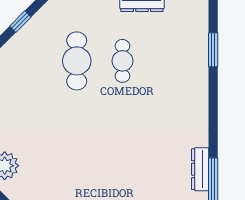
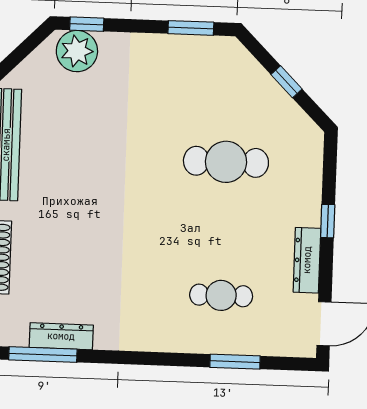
cafe table: (122, 61) -> (221, 295), moved

